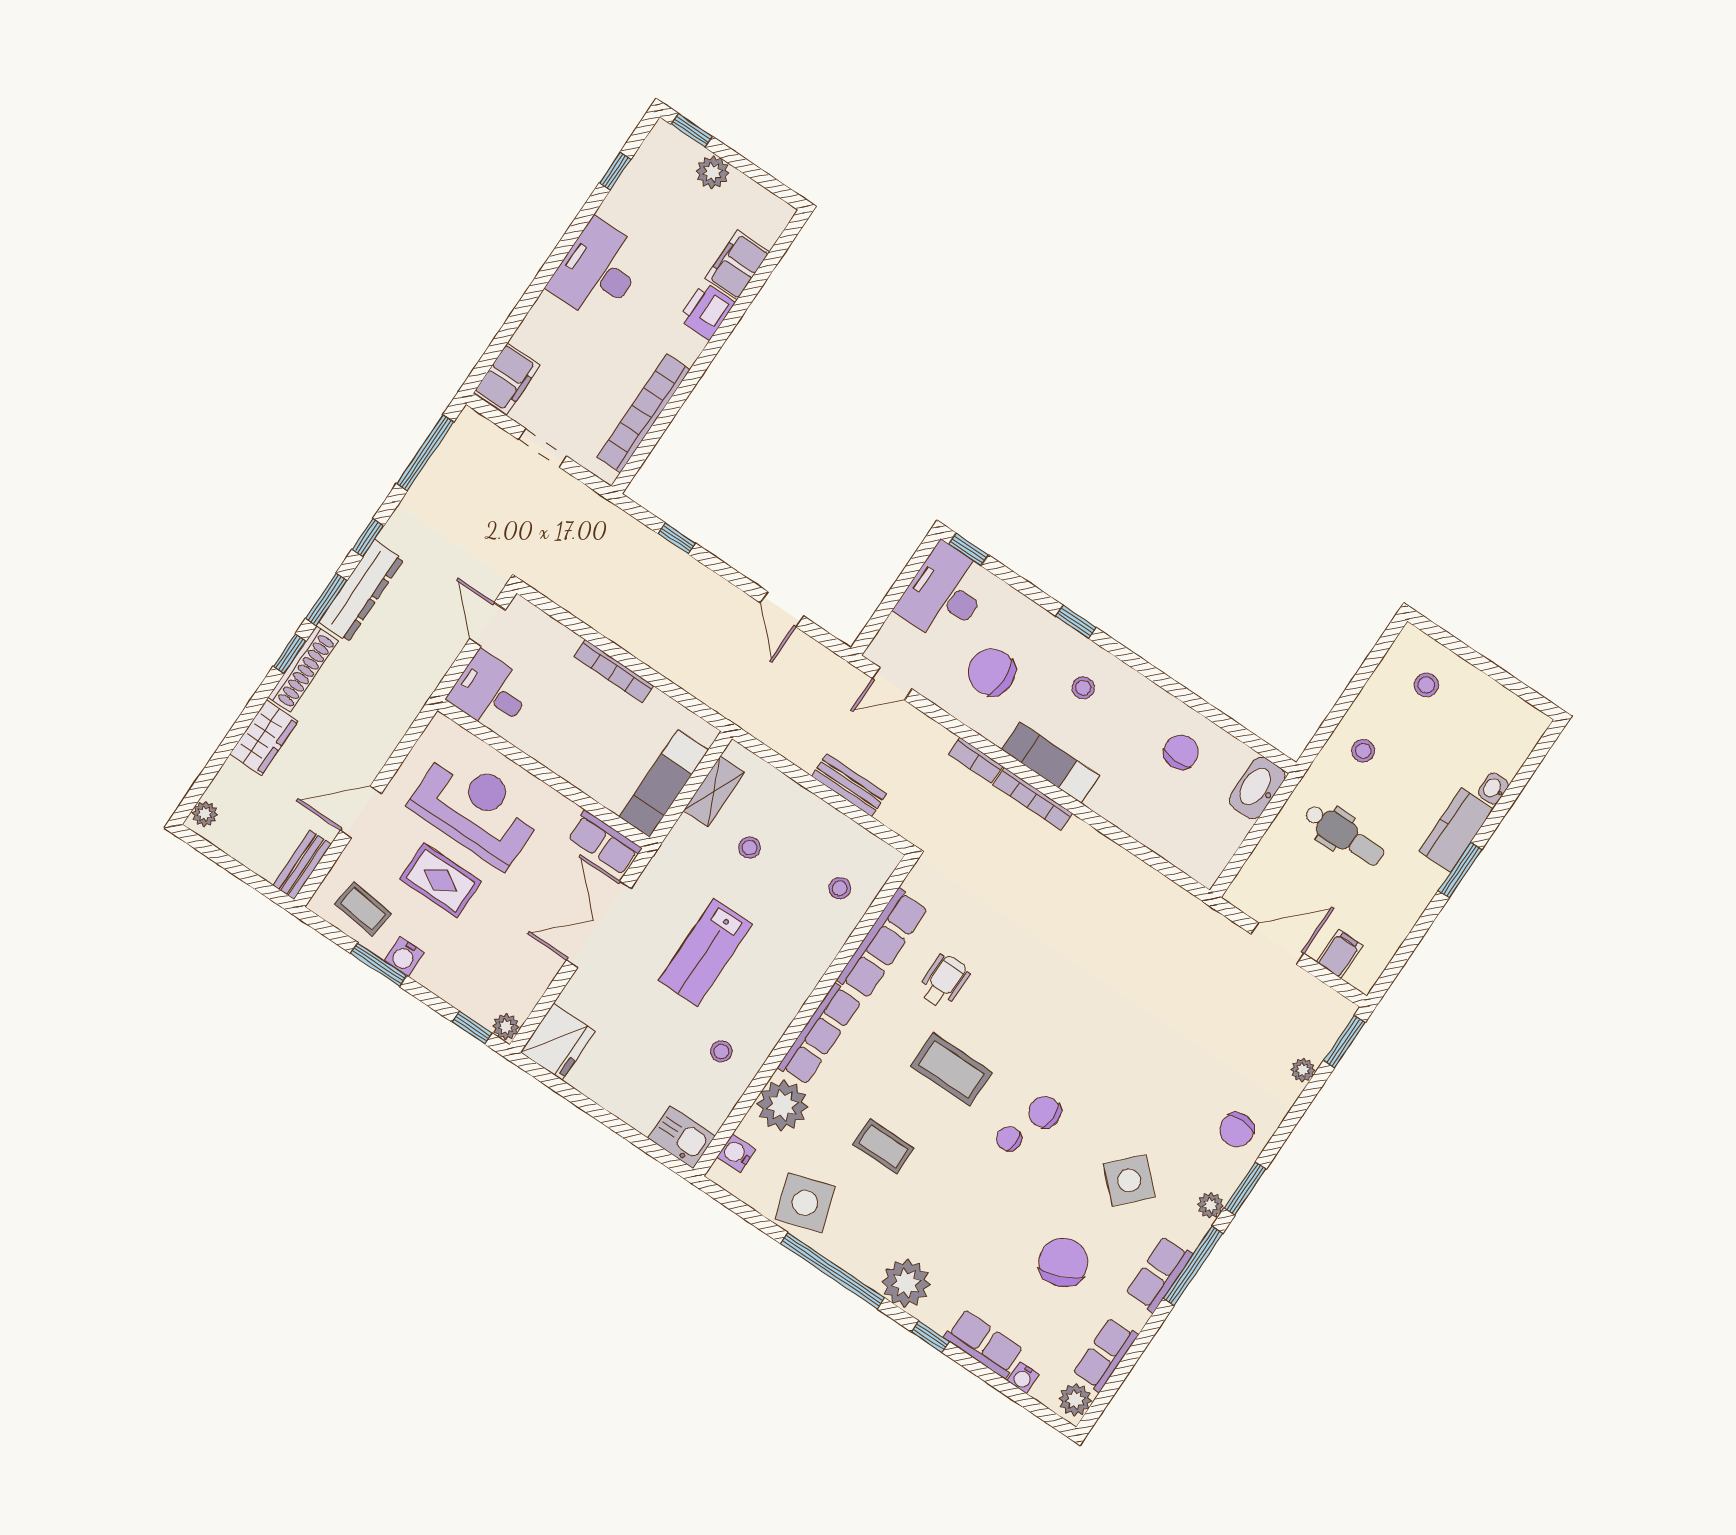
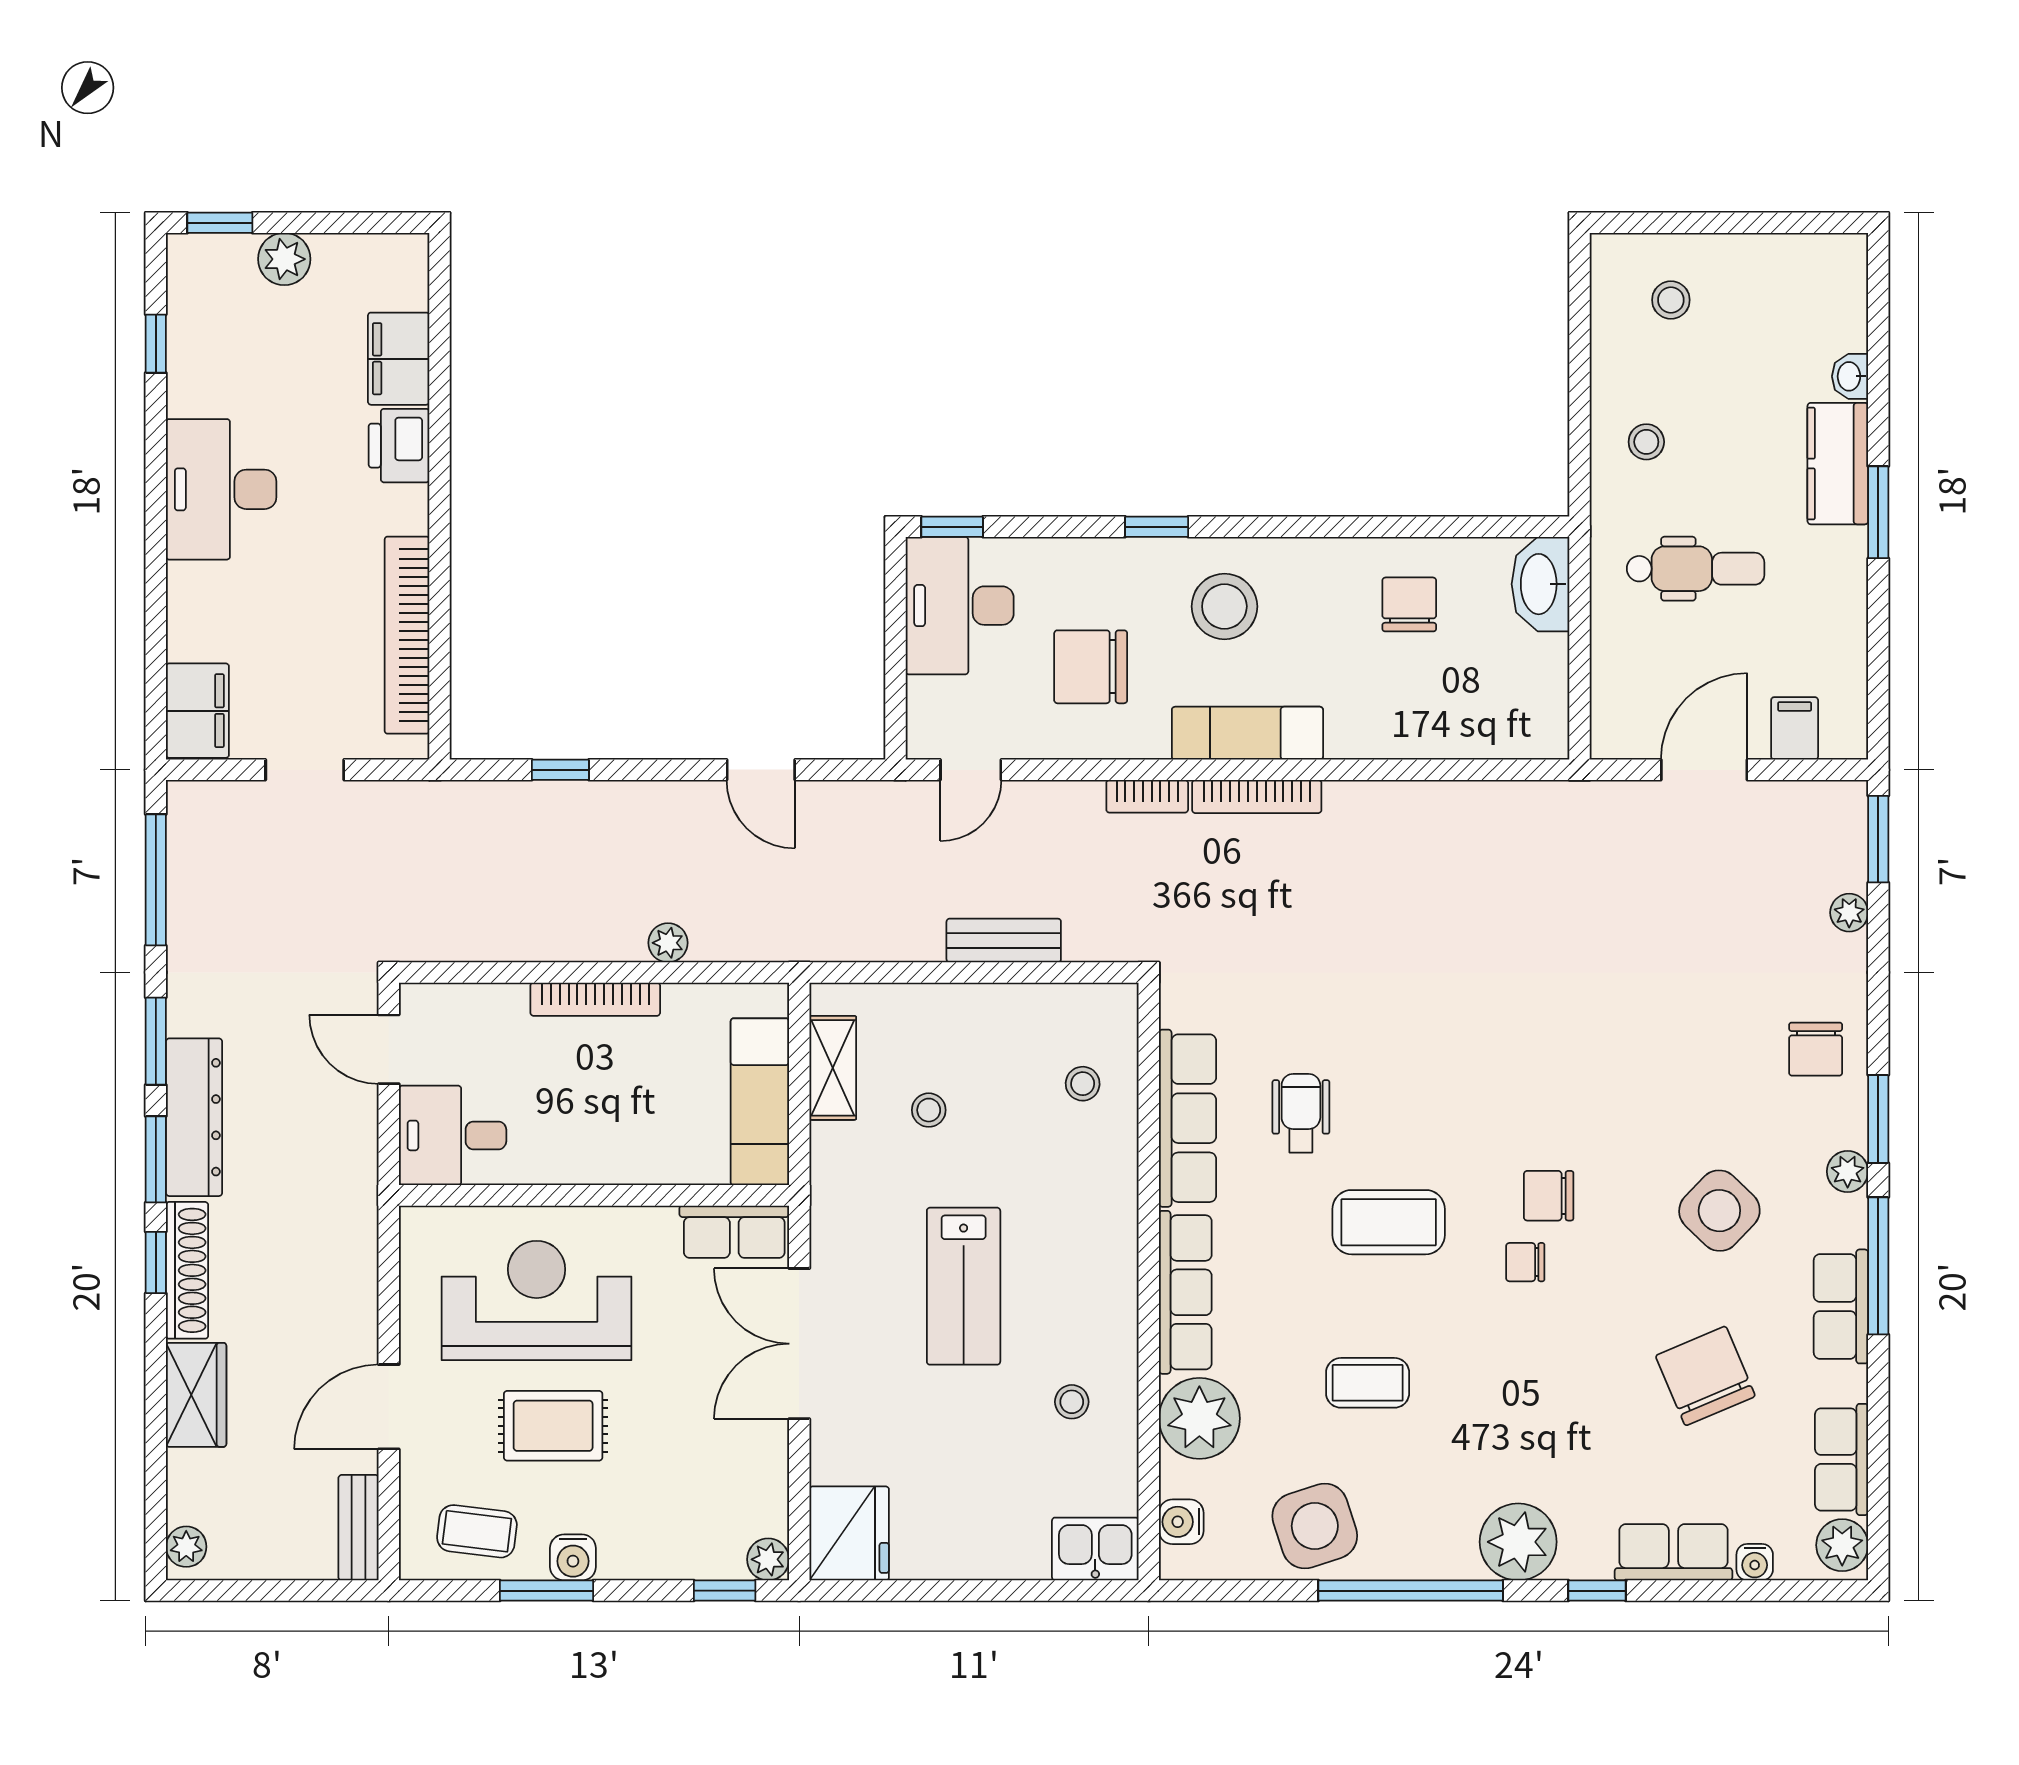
window: (368, 538) -> (156, 1041), width x1.50
plant: (672, 667) -> (668, 943), added
stool: (1083, 688) -> (1224, 606), width x1.89, depth x1.89

